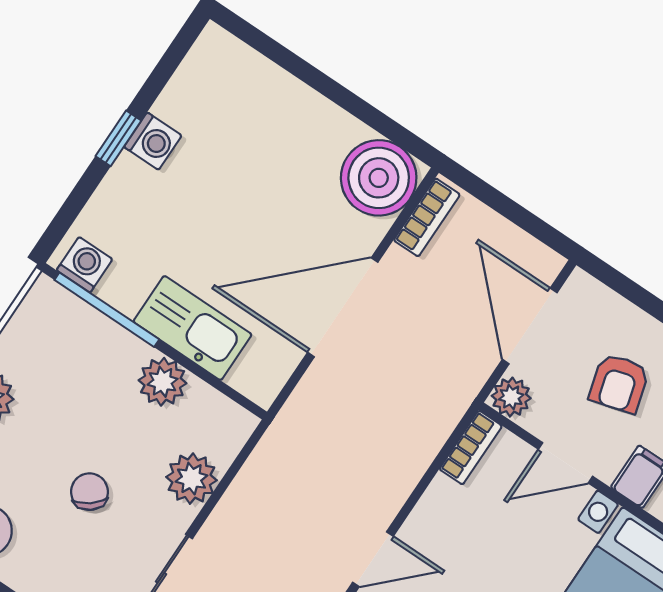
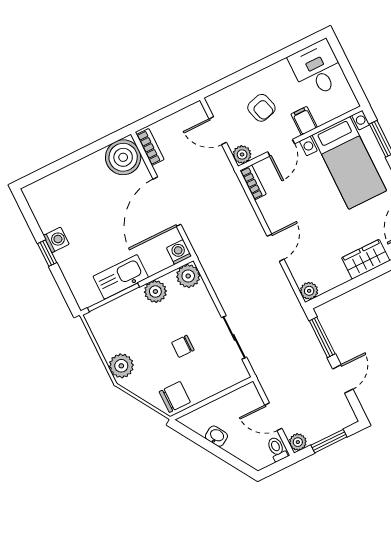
washing machine: (85, 265) -> (179, 252), moved
door: (530, 326) -> (218, 131), width x0.73
kitchen sink: (192, 328) -> (121, 277), moved
plant: (191, 479) -> (188, 276), moved
chair: (89, 492) -> (183, 346), turned -52

